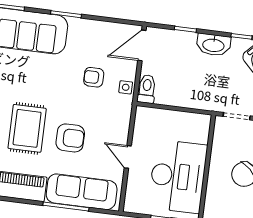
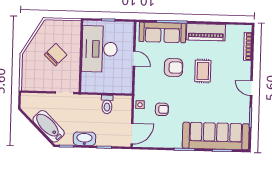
toilet: (147, 89) -> (107, 104), moved
rug: (27, 128) -> (203, 71), width x0.73, depth x0.70
armchair: (70, 138) -> (174, 67), turned 180

